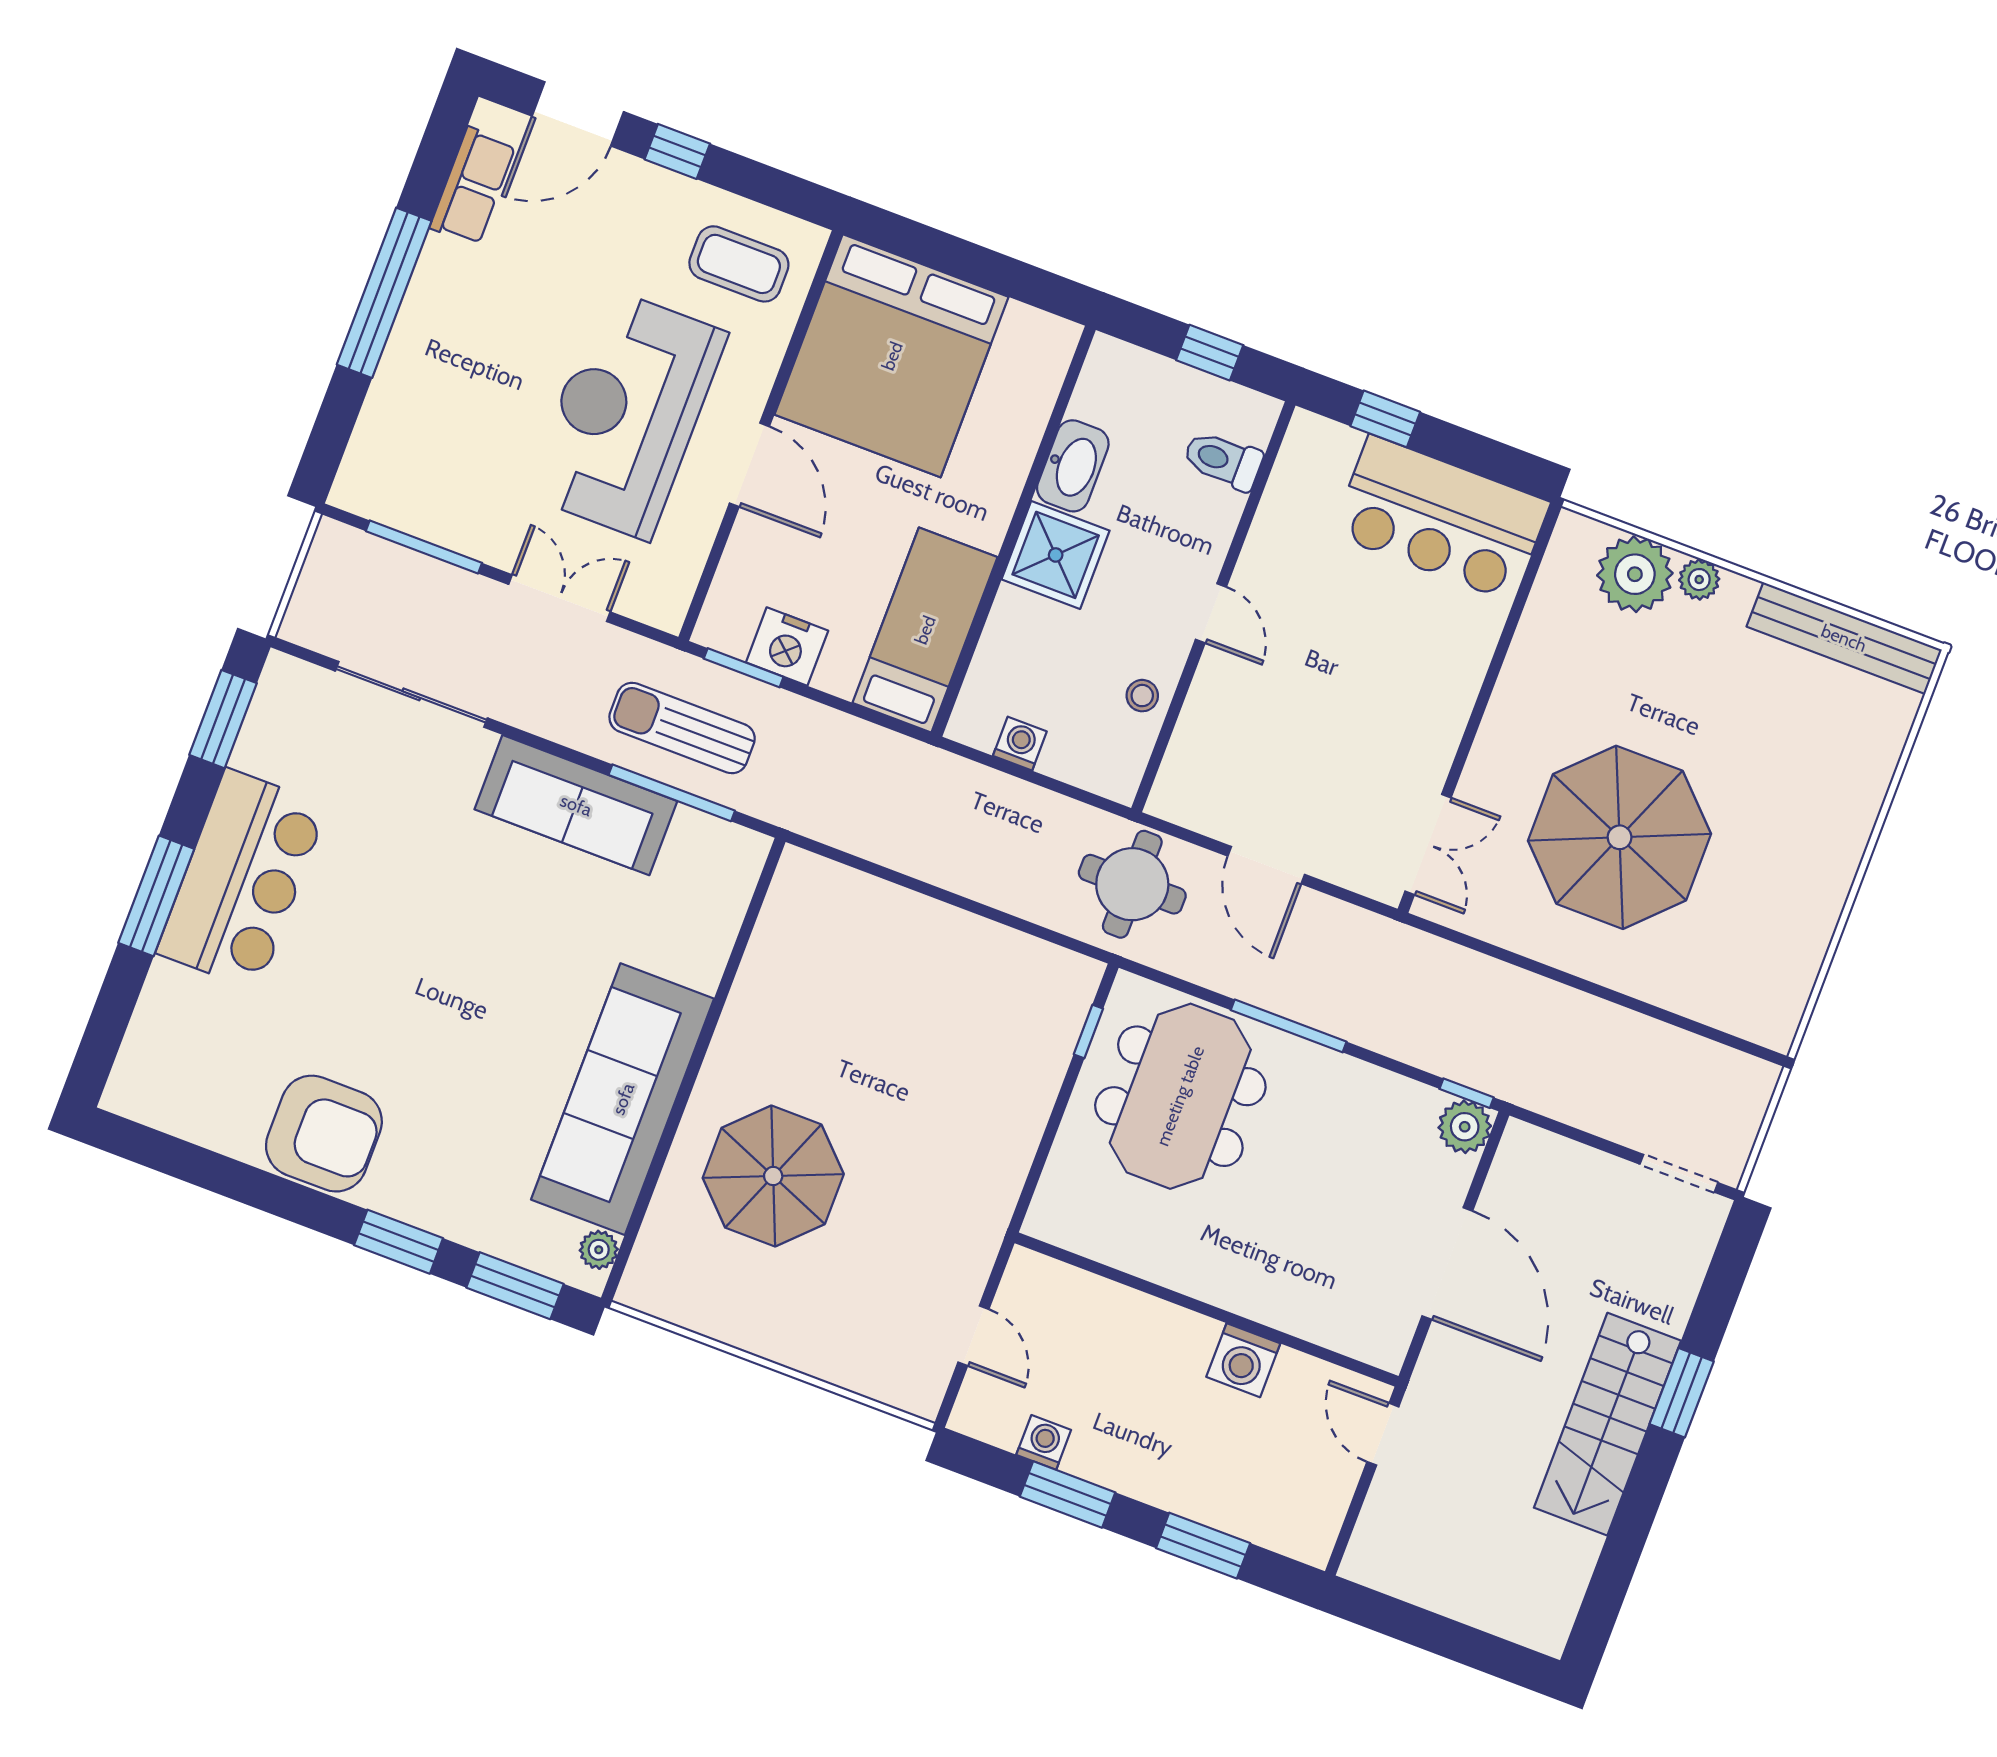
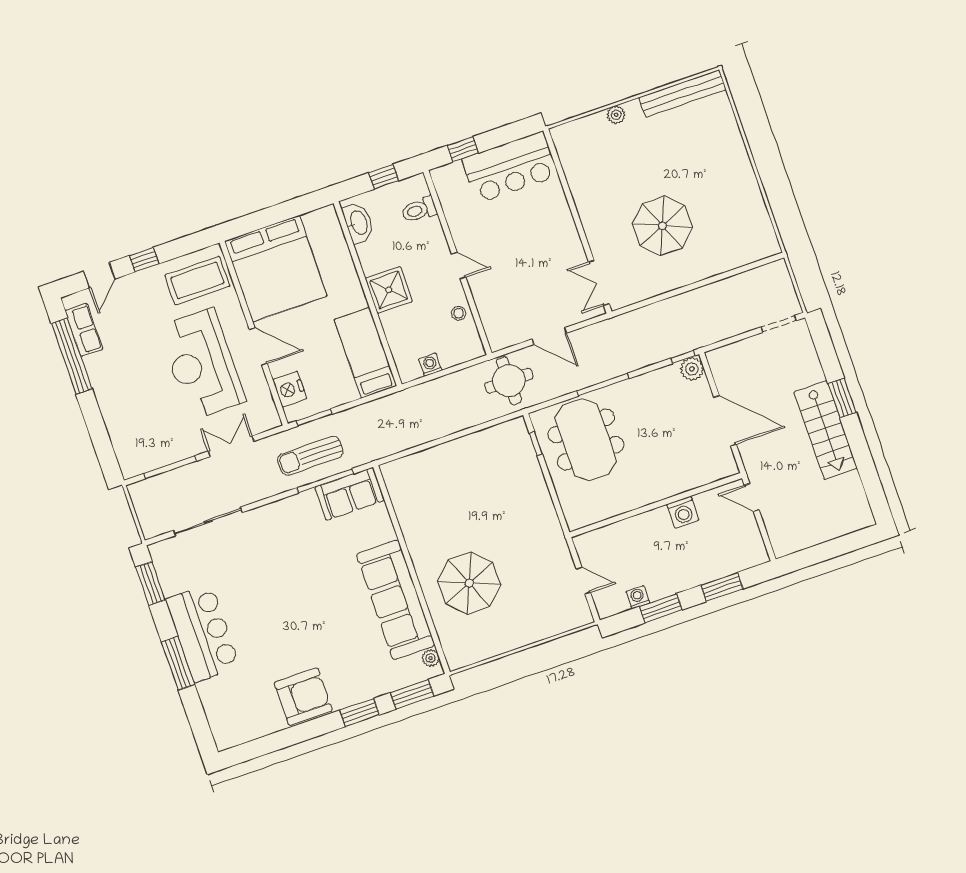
door: (578, 114) -> (99, 275), width x0.73
coffee table: (739, 264) -> (197, 281), width x1.36, depth x1.32
window: (384, 293) -> (72, 356), moved
washbasin: (1073, 466) -> (358, 223), moved
plant: (1635, 574) -> (593, 131), removed
nightstand: (787, 646) -> (290, 389), moved, turned 90
sofa: (576, 805) -> (349, 494), moved, width x0.73
parasol: (1620, 837) -> (662, 226), width x0.73, depth x0.73
double door: (1428, 845) -> (599, 283), swing flipped

